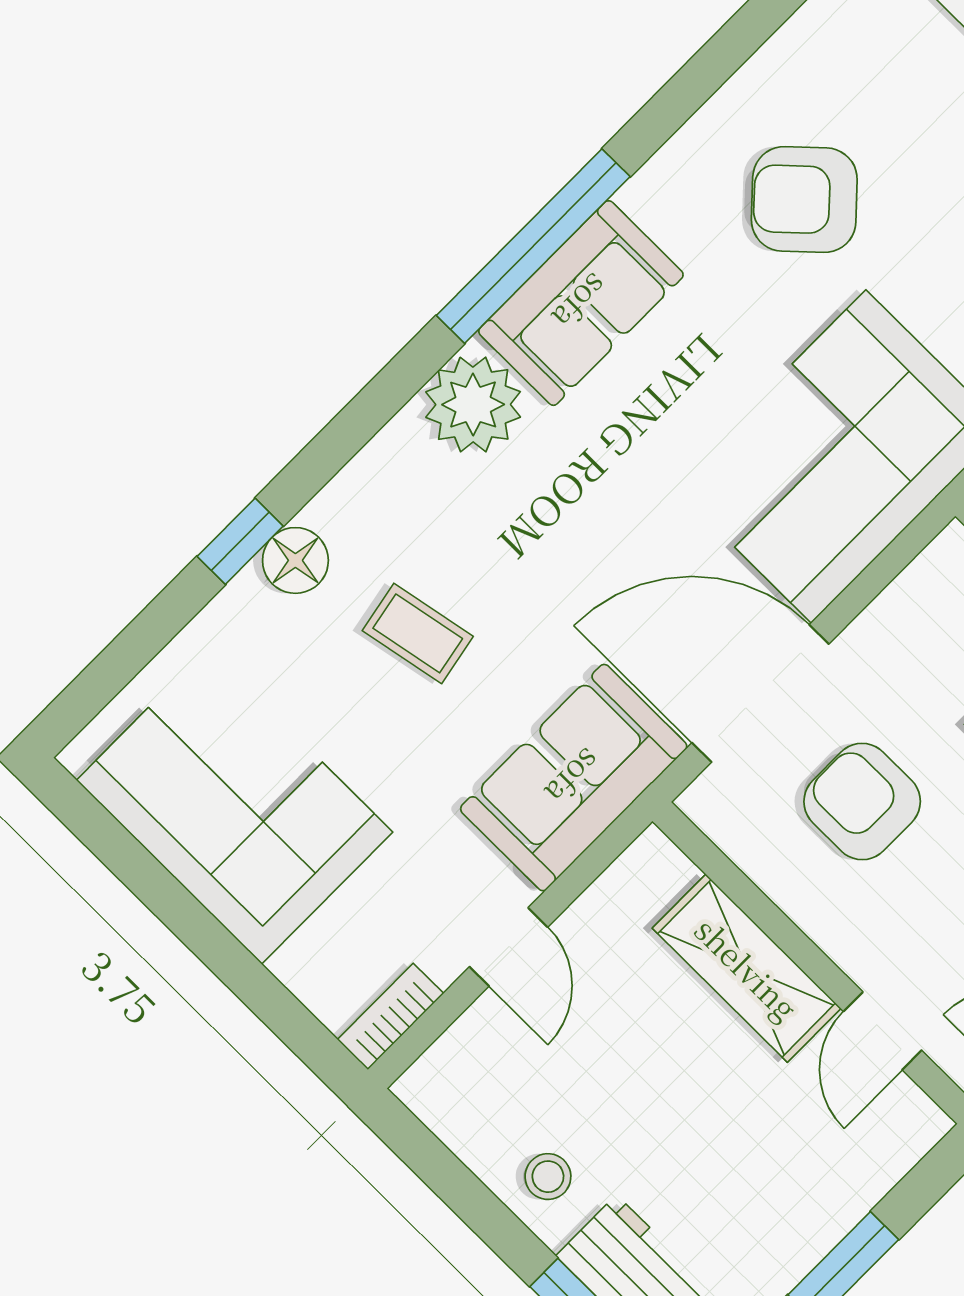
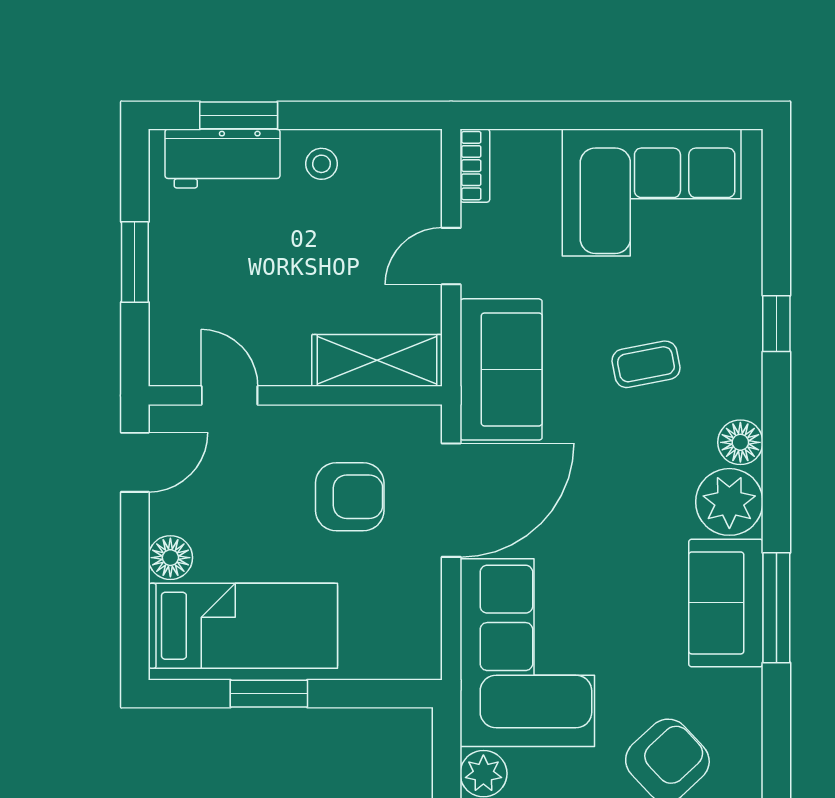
window: (533, 246) -> (776, 608), width x0.68
floor lamp: (295, 560) -> (740, 442), moved
door: (509, 947) -> (451, 256), hinge flipped
shelving: (747, 968) -> (377, 360), moved

